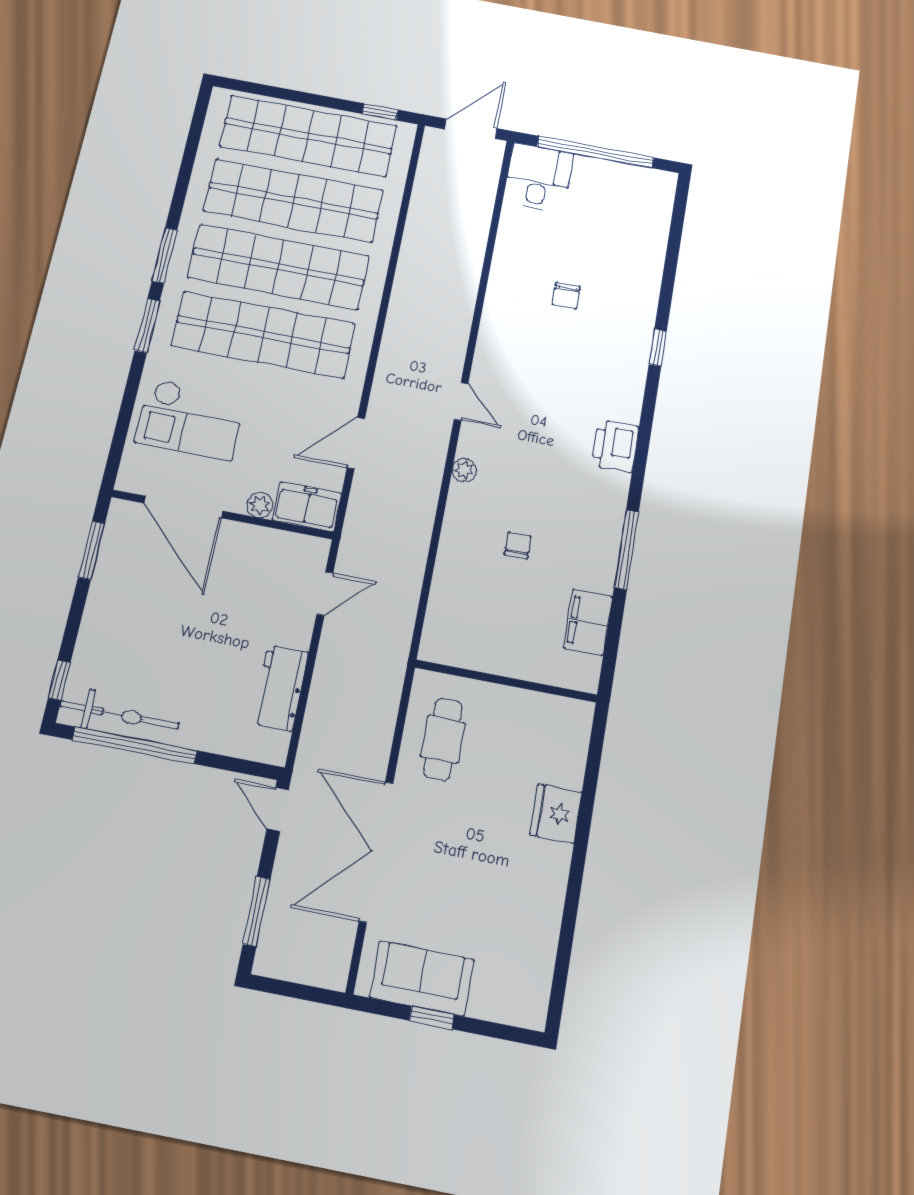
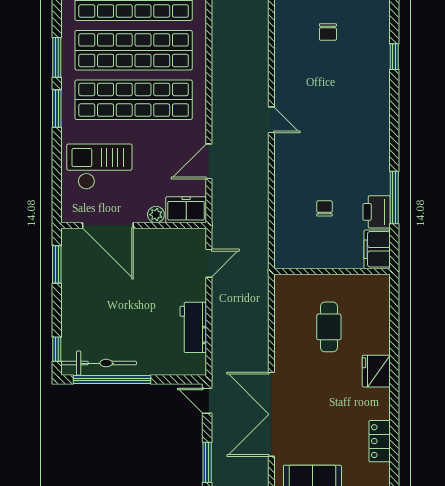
checkout: (191, 419) -> (99, 167), turned 180
printer: (615, 446) -> (377, 212), moved
plant: (464, 470) -> (282, 166), removed
wall: (506, 681) -> (332, 271), moved
cafe table: (443, 739) -> (329, 327), moved
locker: (543, 931) -> (380, 441), added

